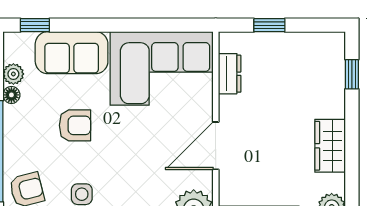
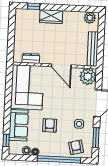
window: (269, 25) -> (11, 40), removed
wardrobe: (330, 146) -> (51, 16), moved

